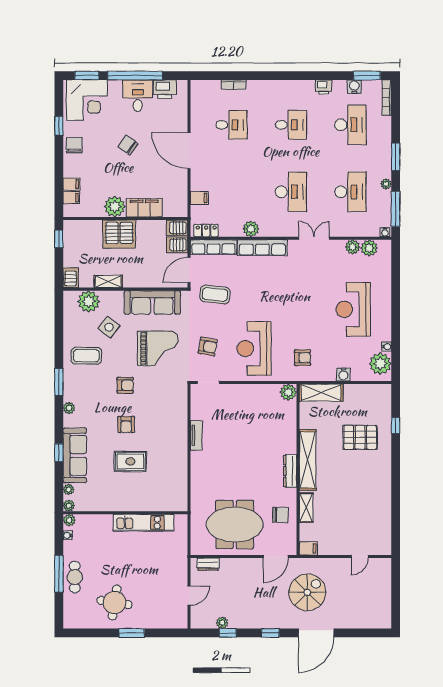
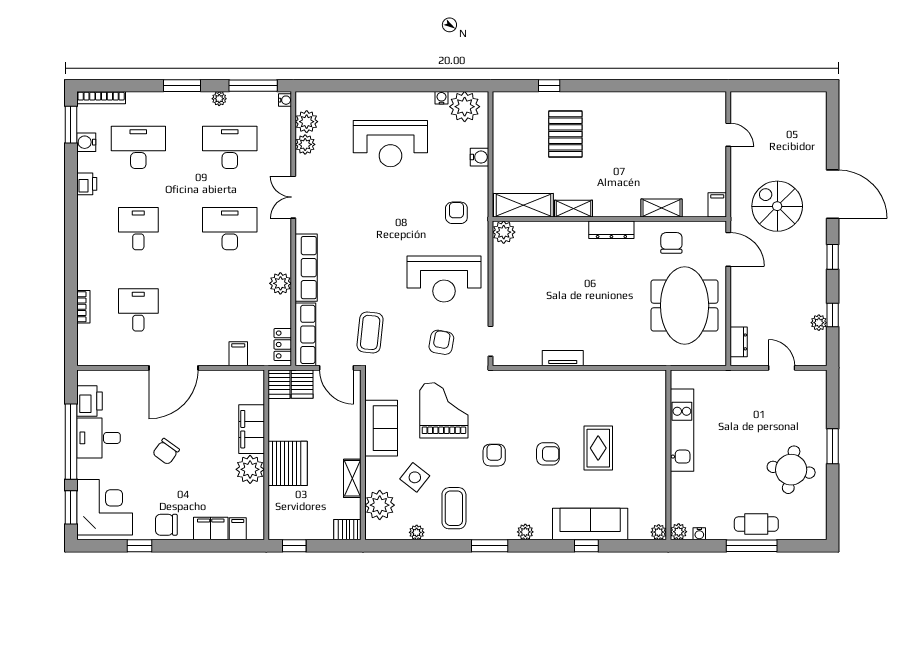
filing cabinet: (71, 184) -> (211, 529), width x2.00
sofa: (152, 302) -> (381, 428), width x0.73
shelving: (321, 393) -> (523, 205), moved, turned 90
shelving: (308, 460) -> (574, 209), width x0.45, depth x0.75
plant: (69, 489) -> (417, 532), moved

